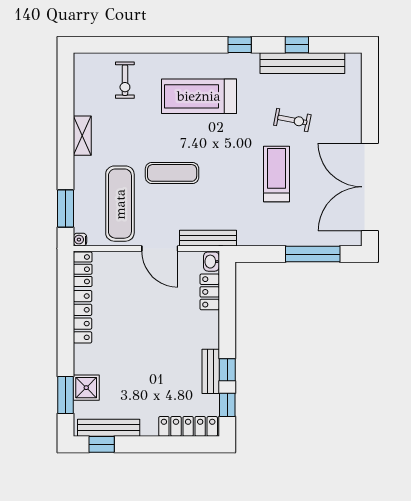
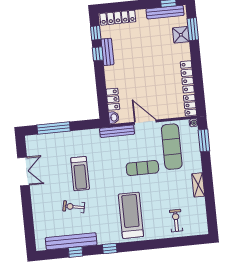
treadmill: (199, 96) -> (131, 215), turned -90
double door: (370, 187) -> (23, 171), width x0.54

